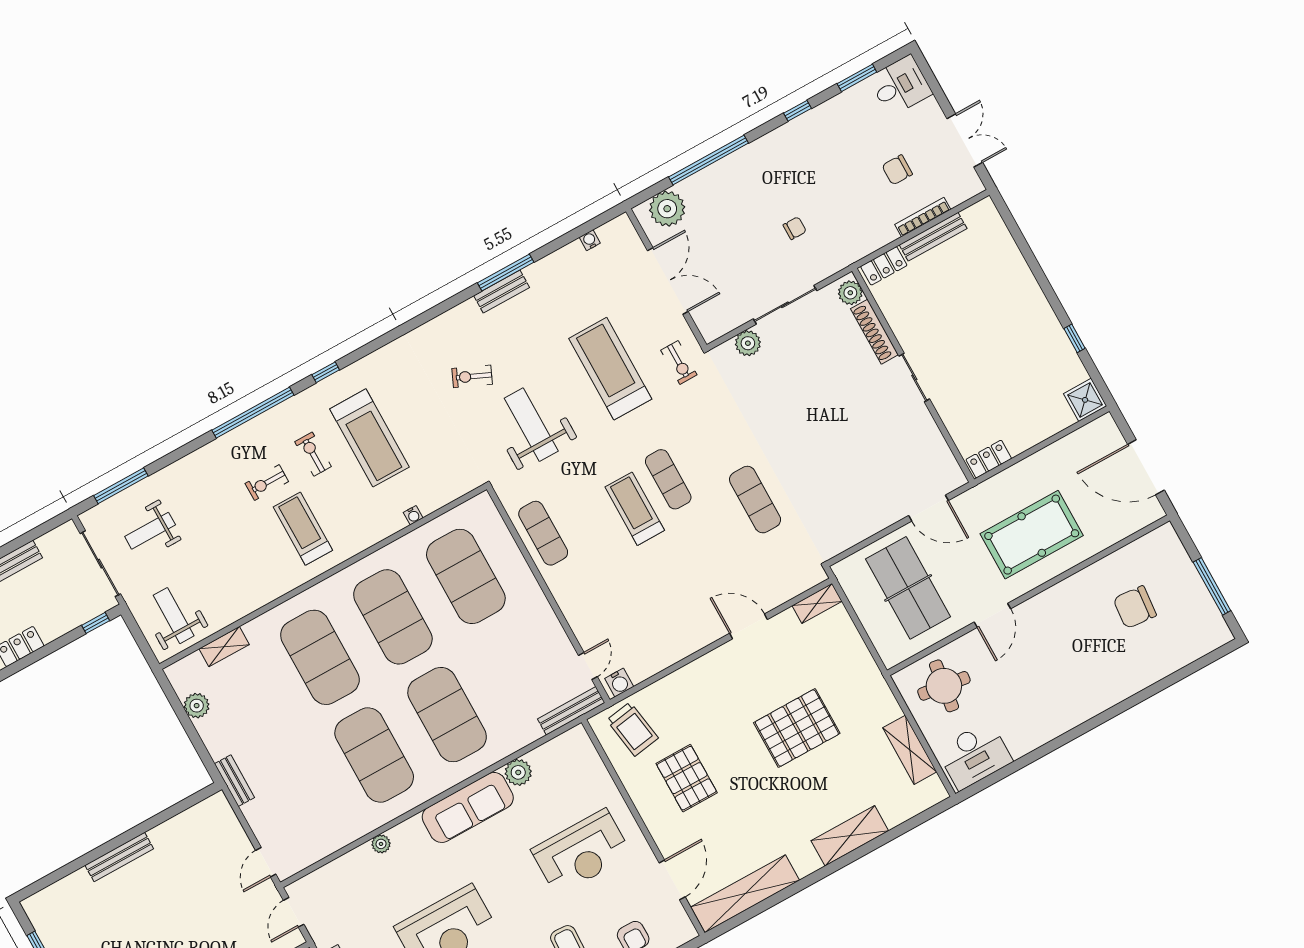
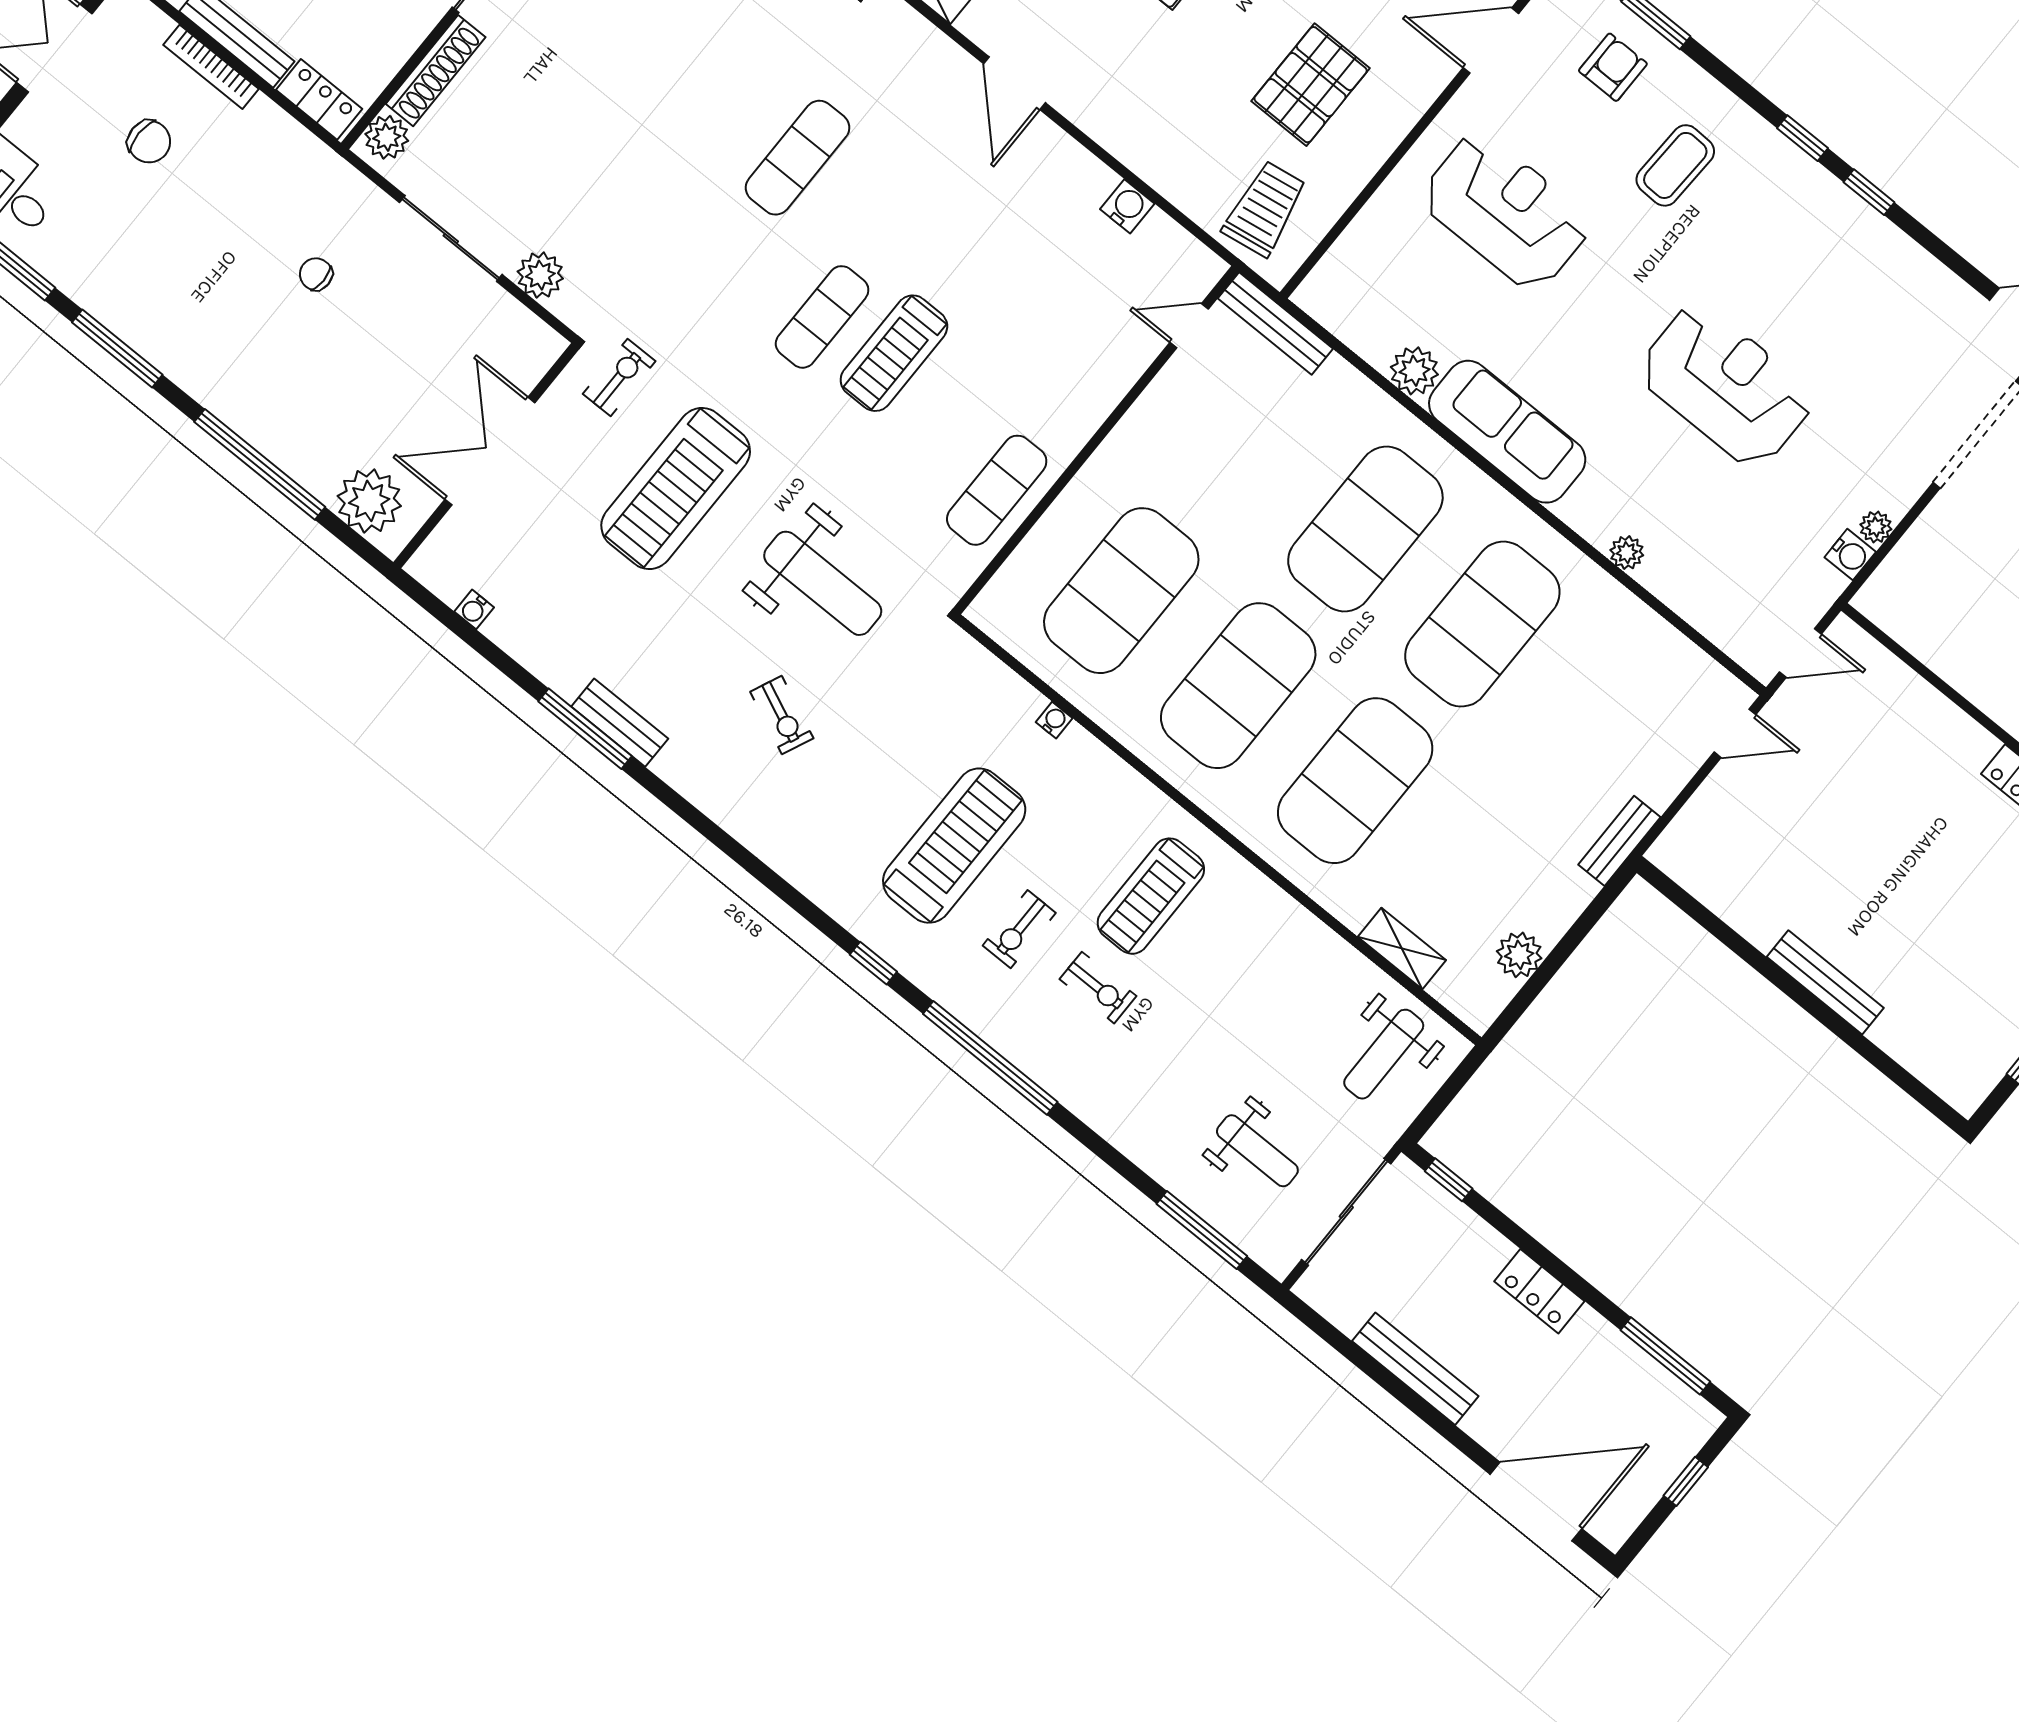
window: (797, 111) -> (117, 349), width x2.17
weight bench: (531, 425) -> (823, 583), turned -90
water cooler: (619, 683) -> (1127, 206), moved

